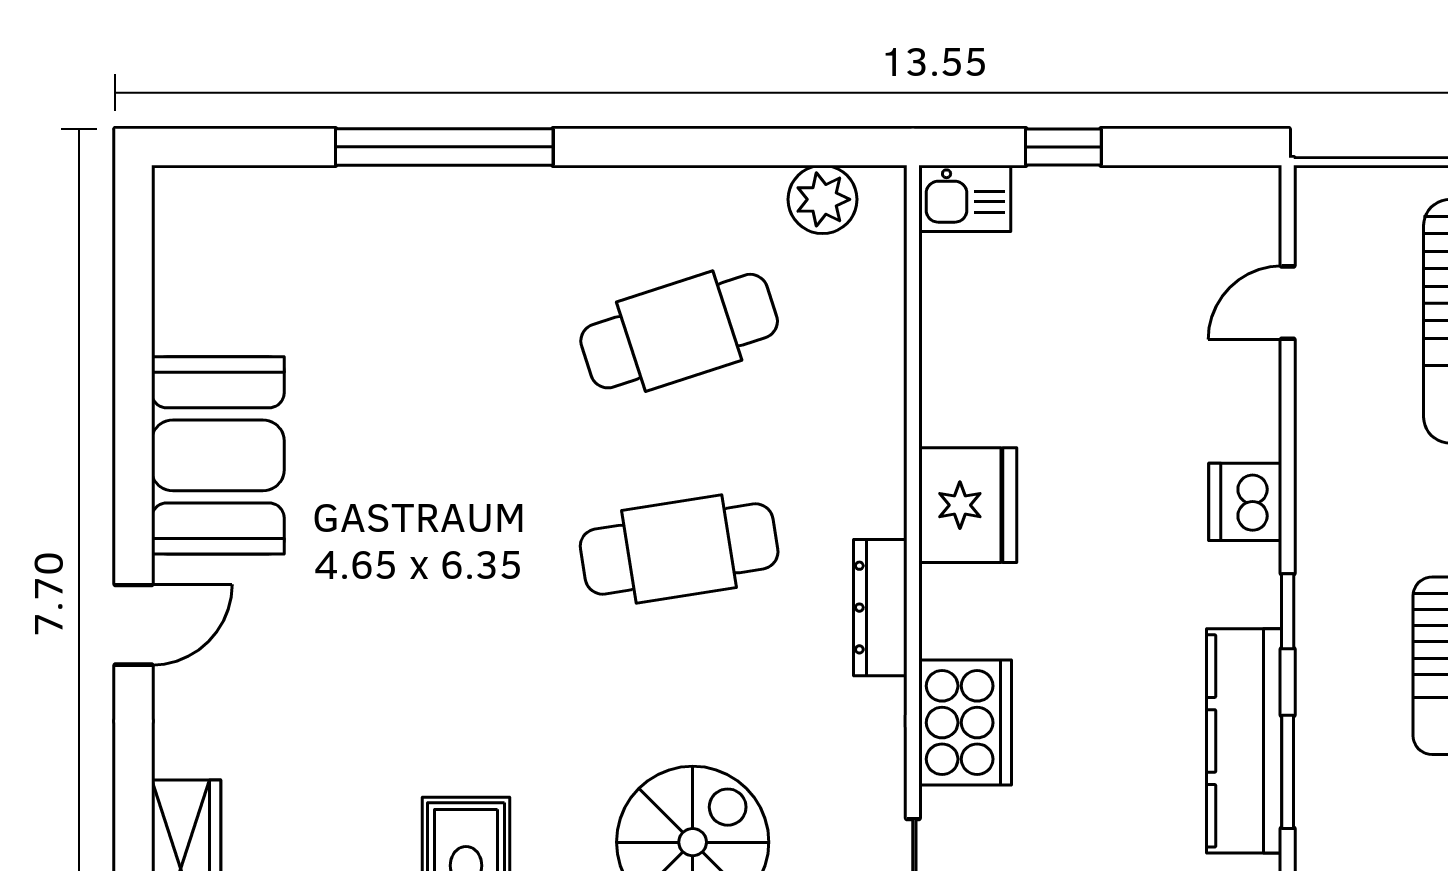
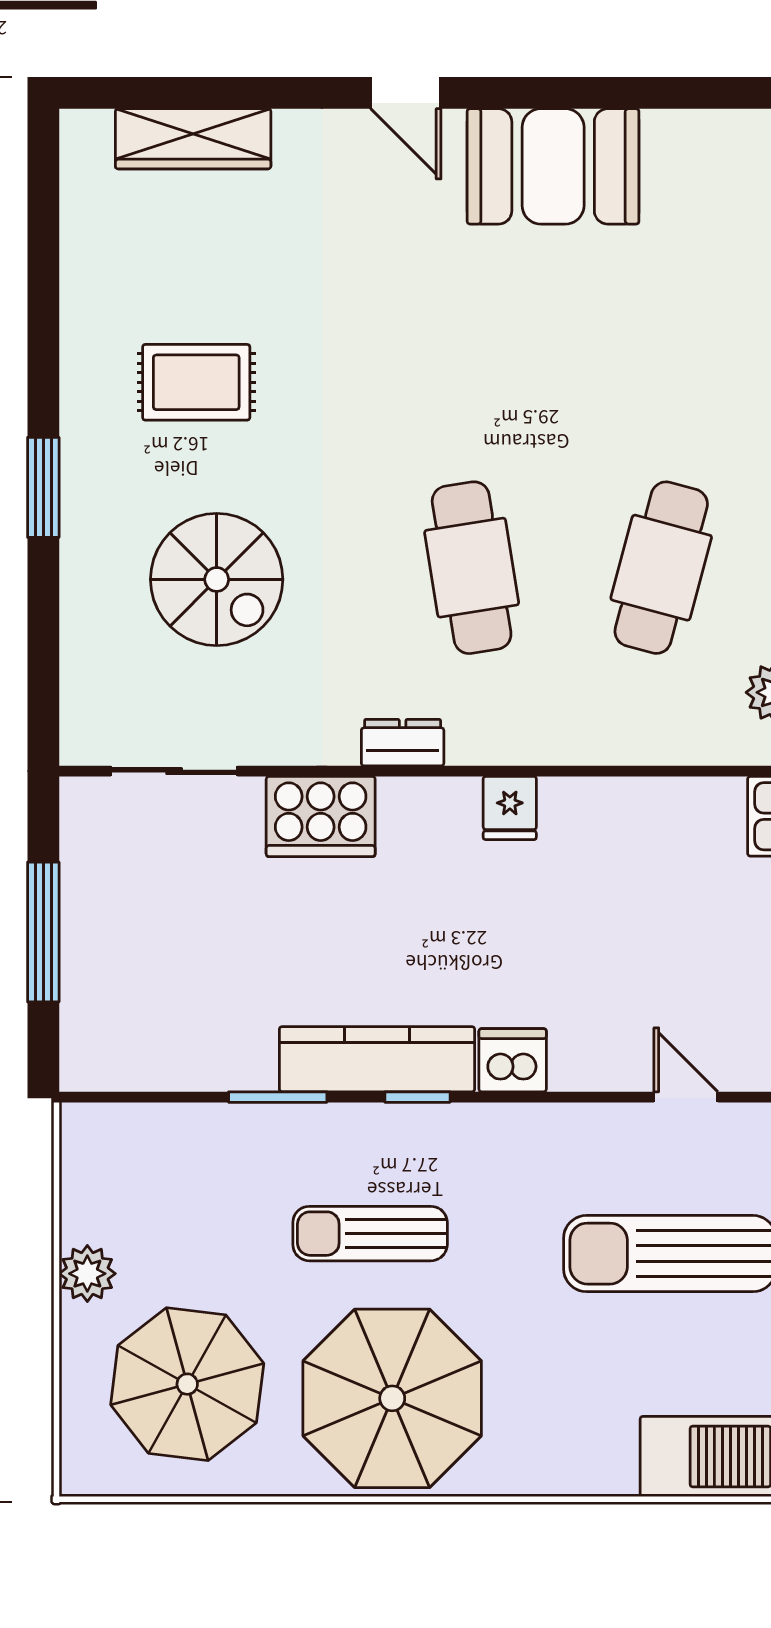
cafe table: (679, 331) -> (661, 568), turned 33
fridge: (968, 505) -> (510, 808), width x0.53, depth x0.75
dresser: (880, 608) -> (403, 743), width x0.70
kitchen counter: (1244, 741) -> (377, 1059), moved

